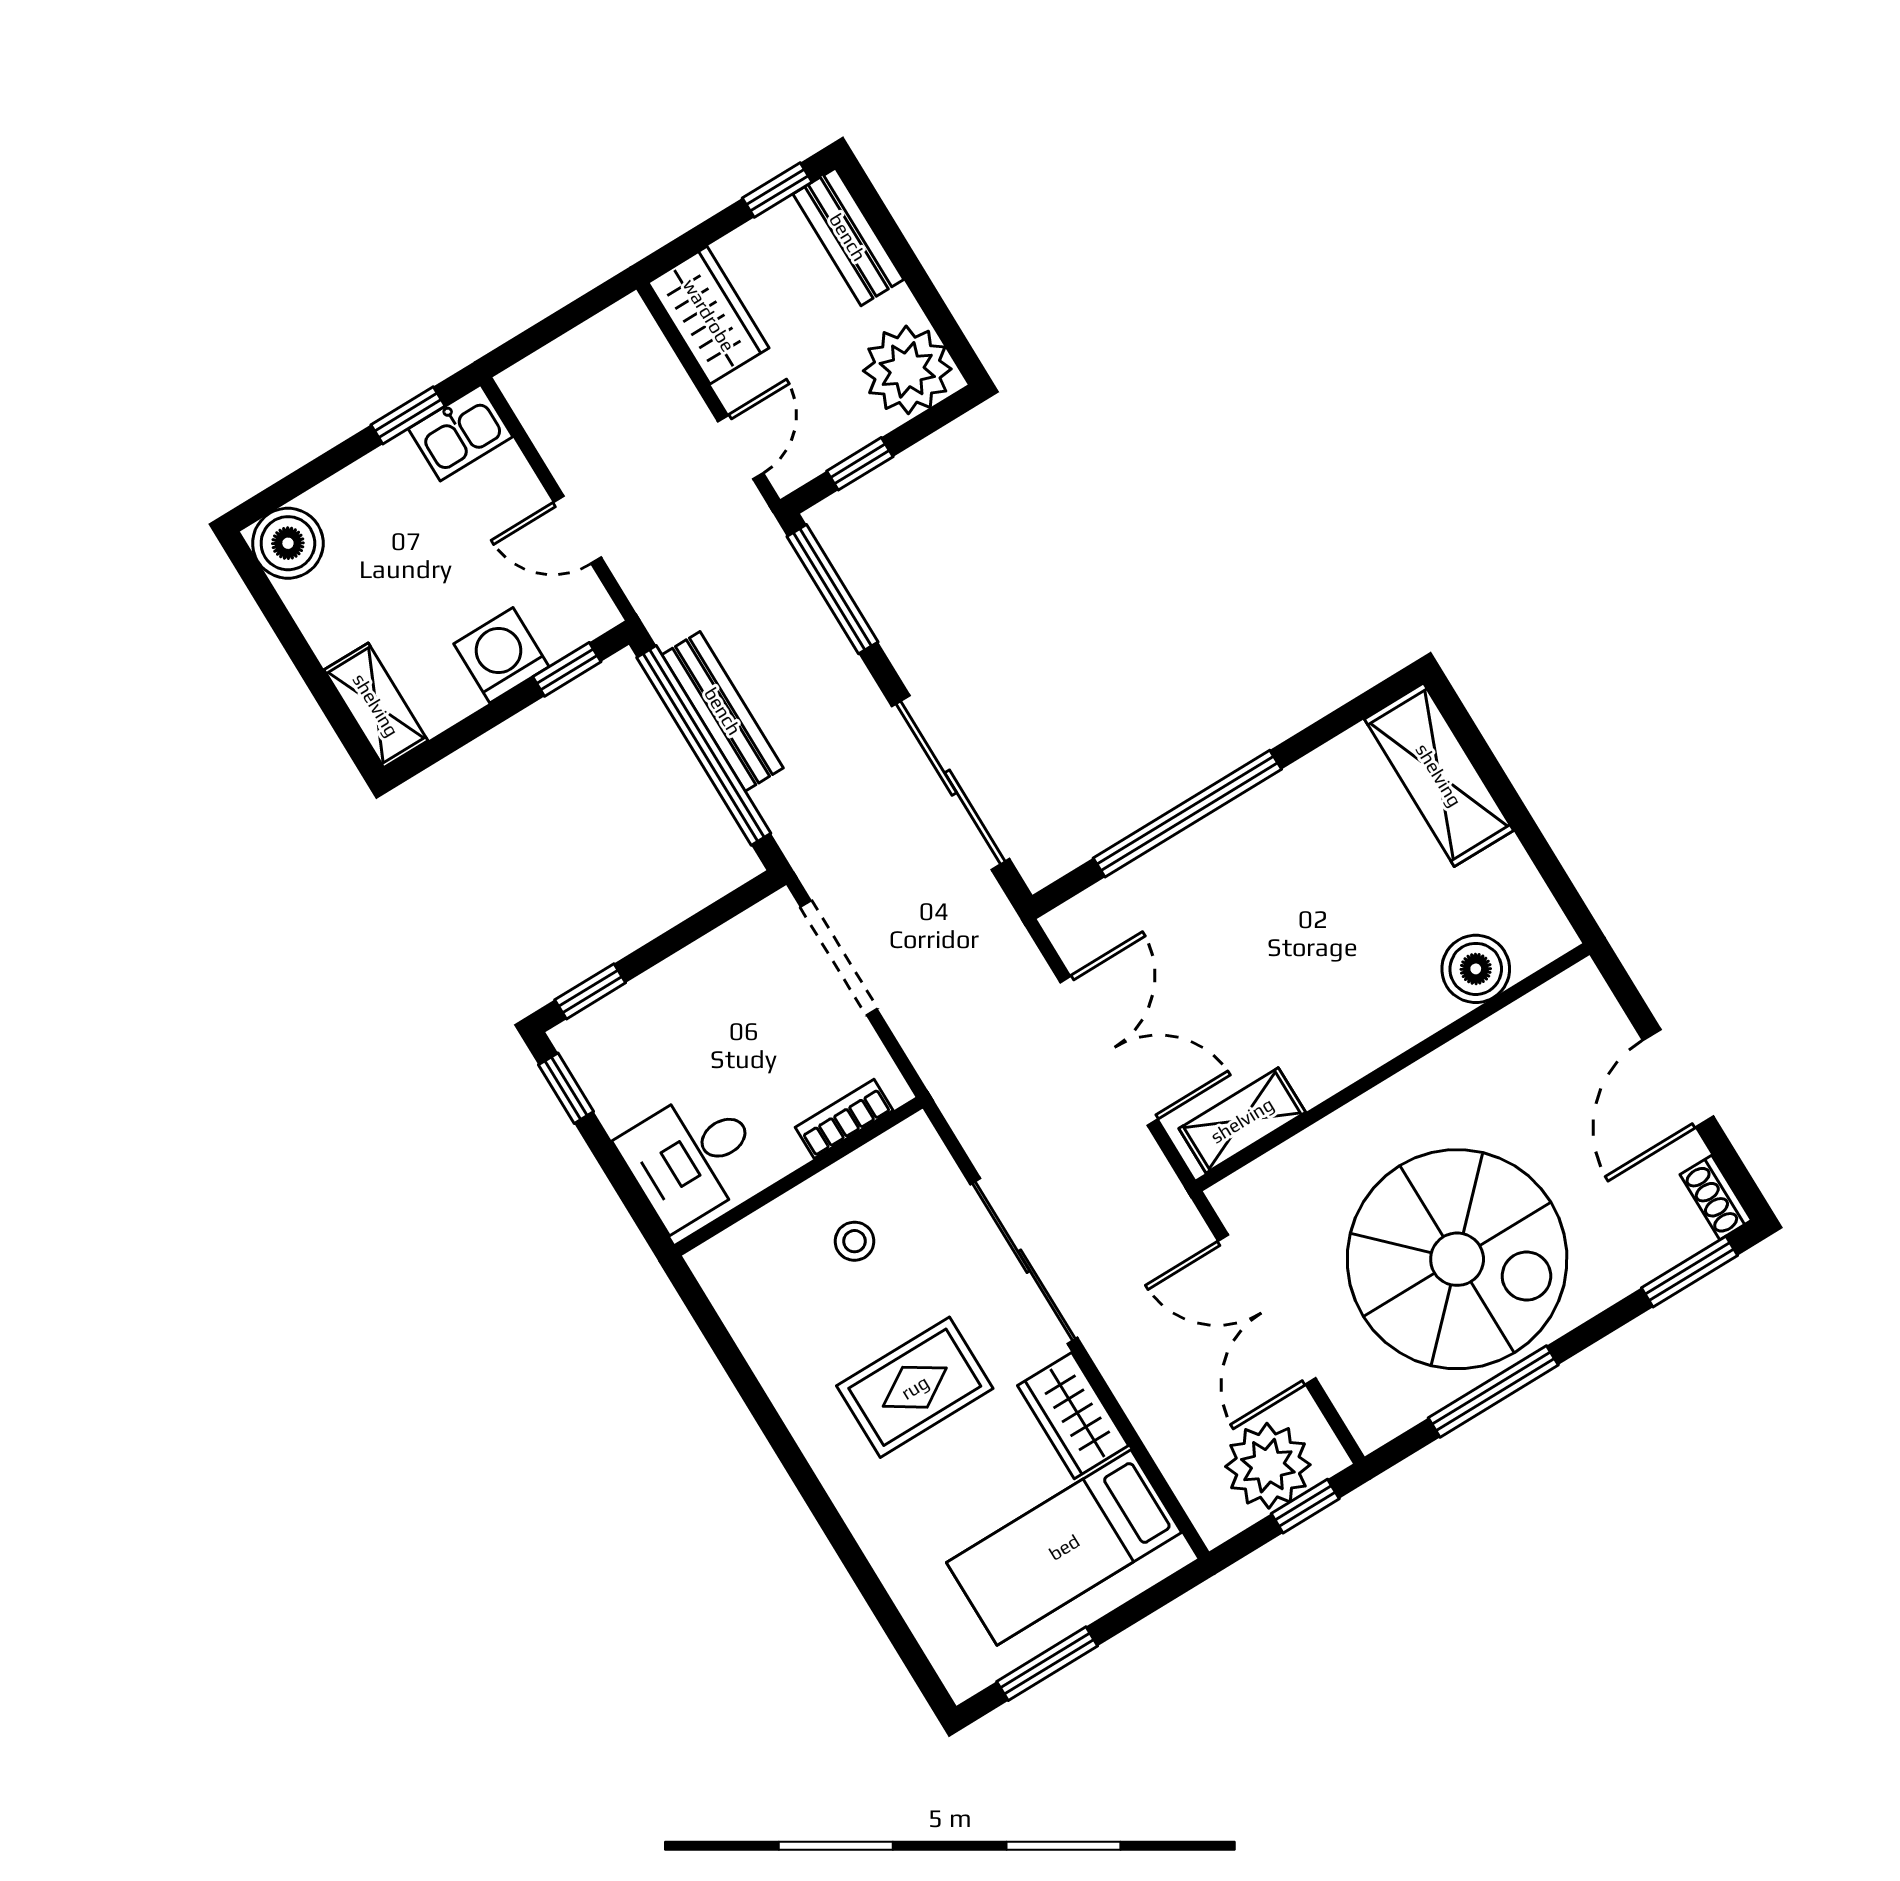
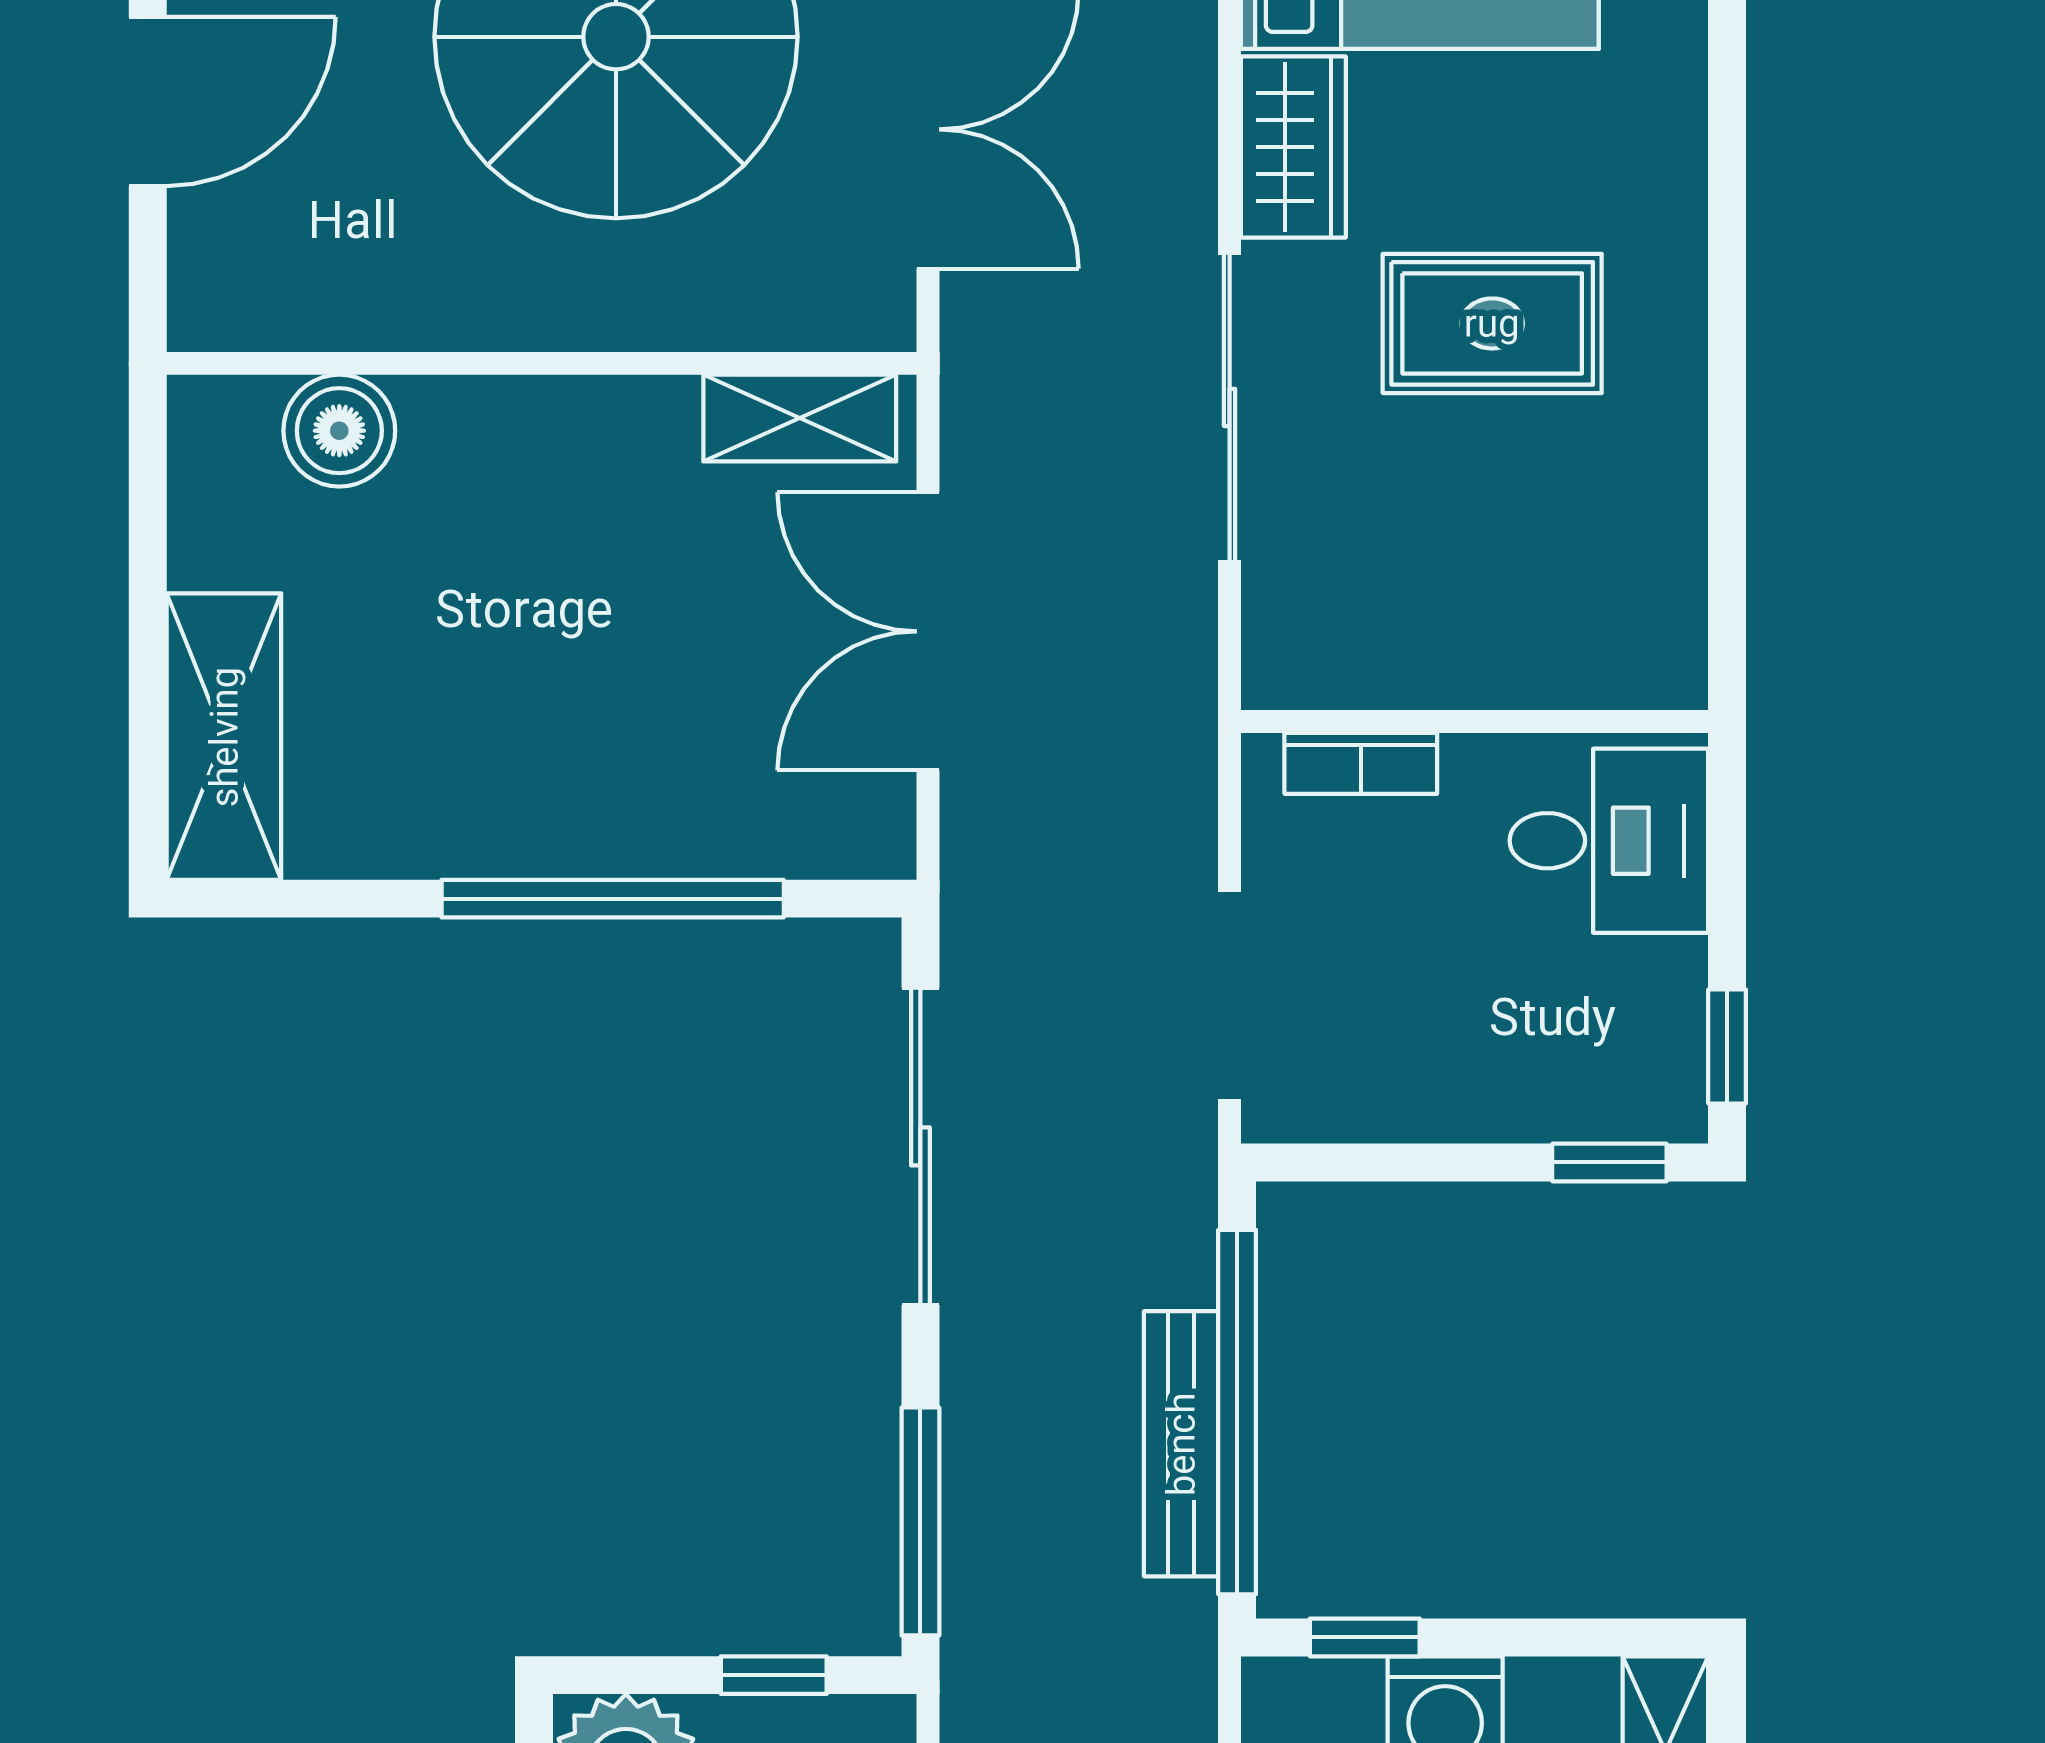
stool: (855, 1241) -> (1452, 582), removed

